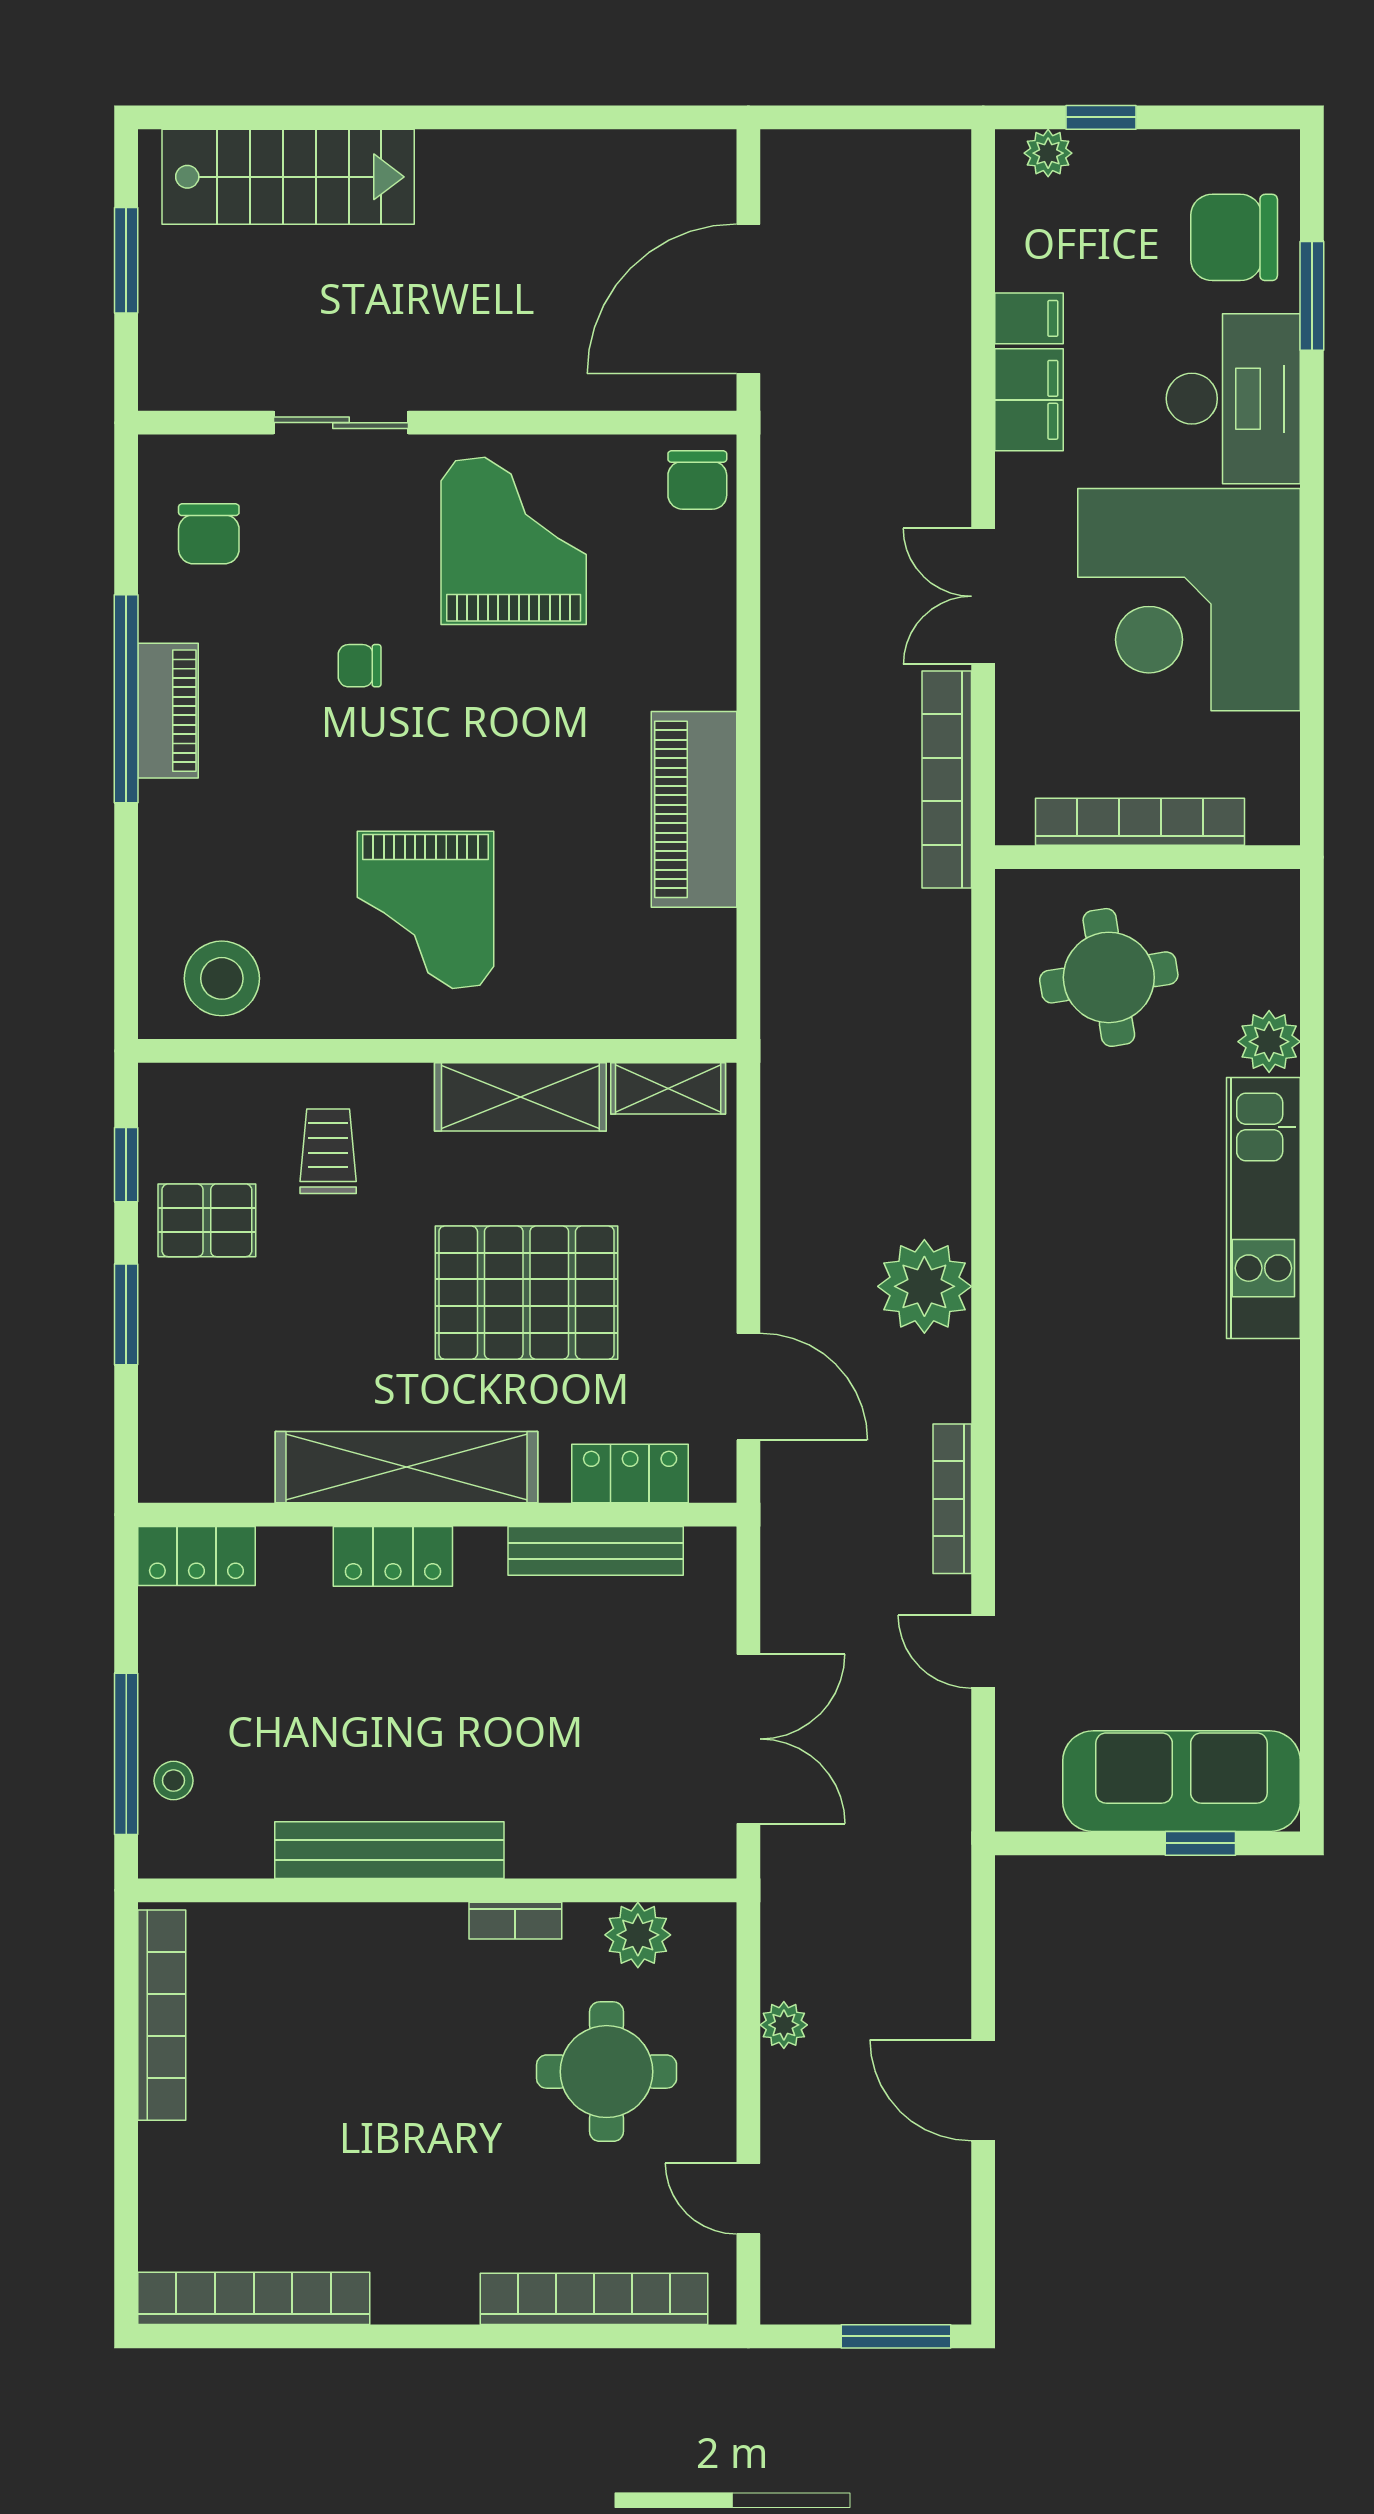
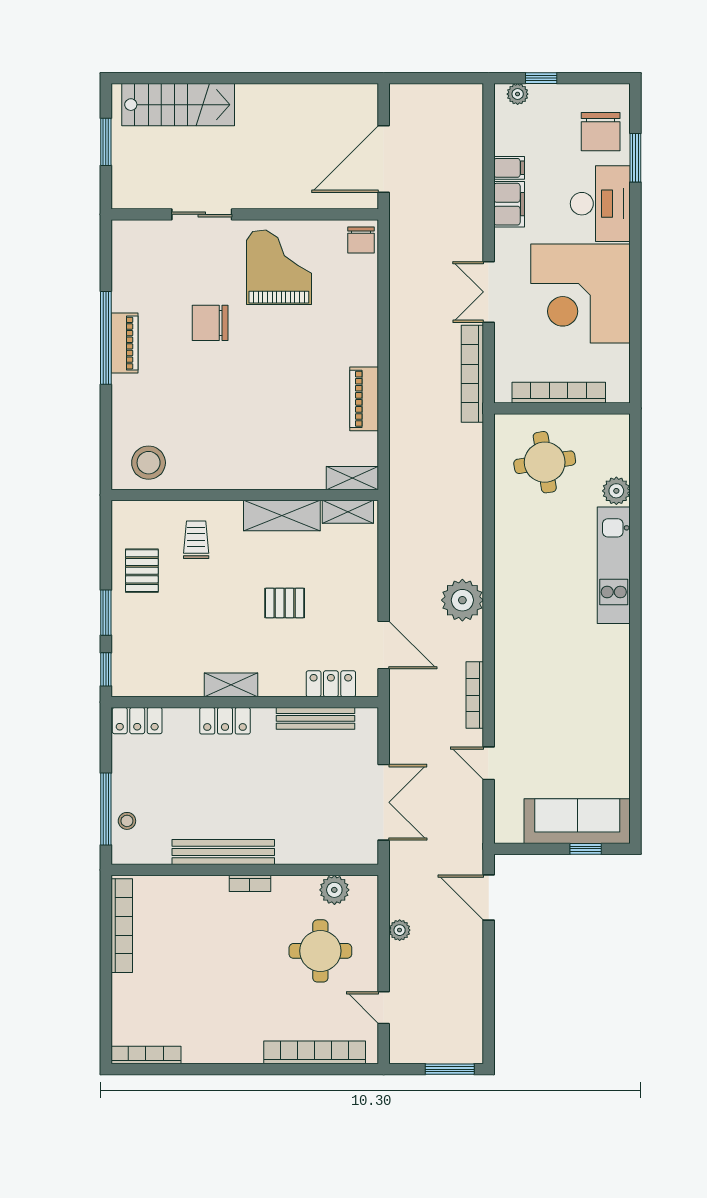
chair: (1234, 237) -> (601, 132), turned -90
chair: (209, 534) -> (143, 264), removed
chair: (360, 666) -> (210, 323), width x1.87, depth x1.87
piano: (694, 809) -> (364, 399), width x0.73, depth x0.75
grand piano: (425, 910) -> (239, 432), removed
shelving: (678, 1013) -> (352, 478), added
window: (126, 1165) -> (106, 669), moved
pallet: (207, 1220) -> (142, 571), turned 90
pallet: (526, 1293) -> (285, 603), width x0.49, depth x0.50
shelving: (407, 1467) -> (231, 685), width x0.45, depth x0.75
bookcase: (515, 1921) -> (250, 883), moved
door: (983, 2090) -> (489, 898), moved
bookcase: (254, 2298) -> (146, 1055), width x0.68, depth x0.76

